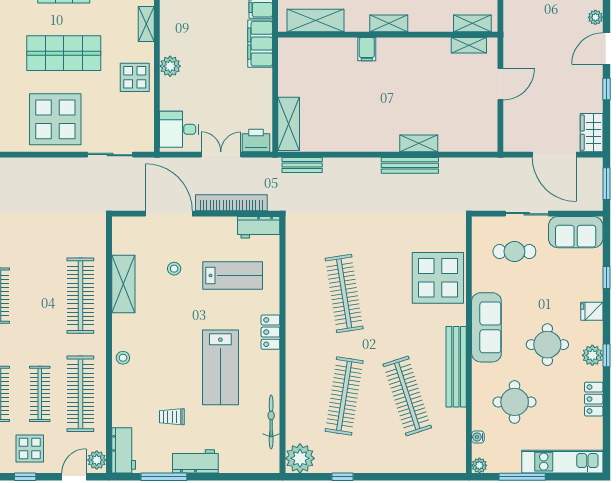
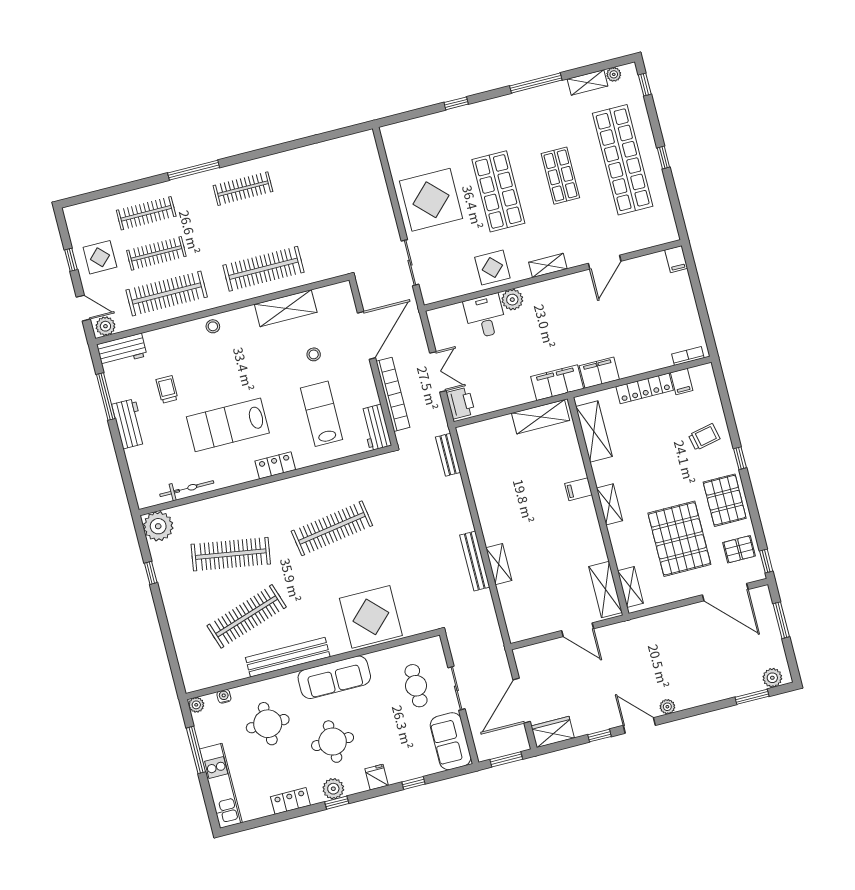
shelving: (469, 45) -> (605, 590), width x1.50, depth x1.33
shelving: (289, 124) -> (541, 417), moved
desk: (179, 129) -> (485, 316), moved
lab bench: (233, 276) -> (322, 414), turned 180

